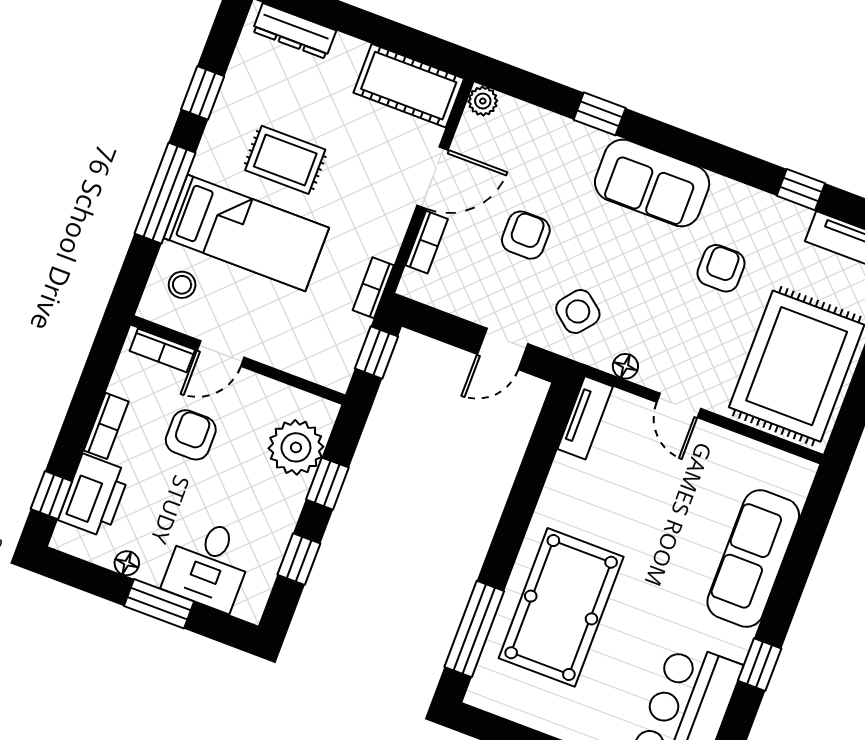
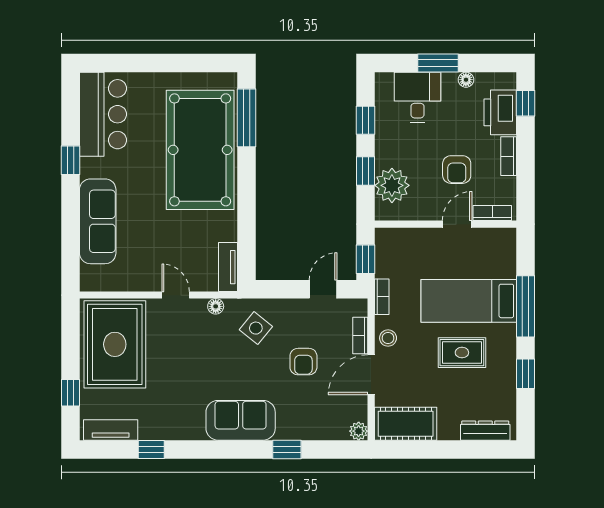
armchair: (721, 268) -> (181, 385), removed
stool: (182, 285) -> (388, 338), moved
door: (503, 349) -> (323, 289), moved
pool table: (561, 607) -> (200, 150), width x1.36, depth x1.32

